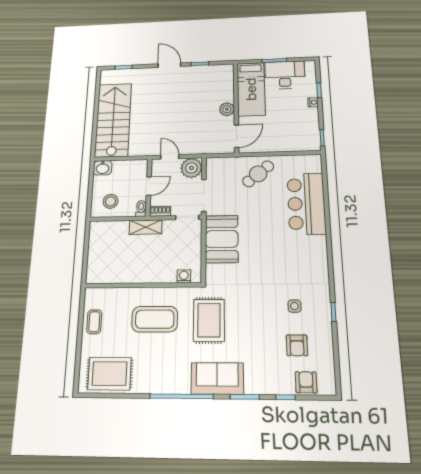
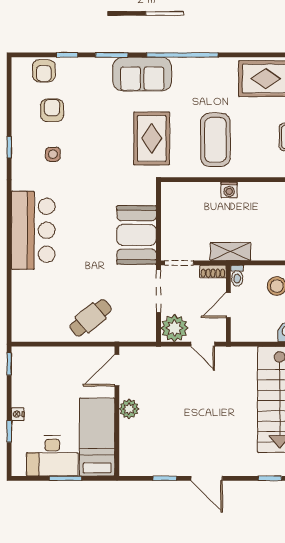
bar counter: (306, 204) -> (33, 230), moved
washing machine: (184, 276) -> (229, 190), moved
coffee table: (155, 319) -> (215, 140), turned 90

